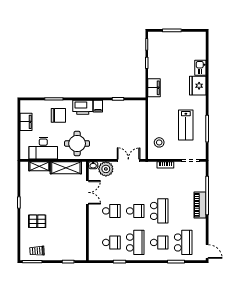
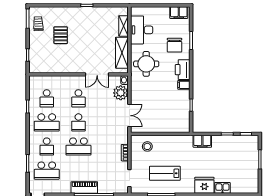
filing cabinet: (26, 122) -> (179, 13), moved
pallet: (37, 221) -> (61, 35), moved

